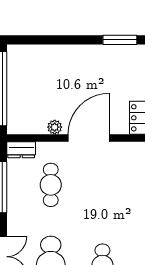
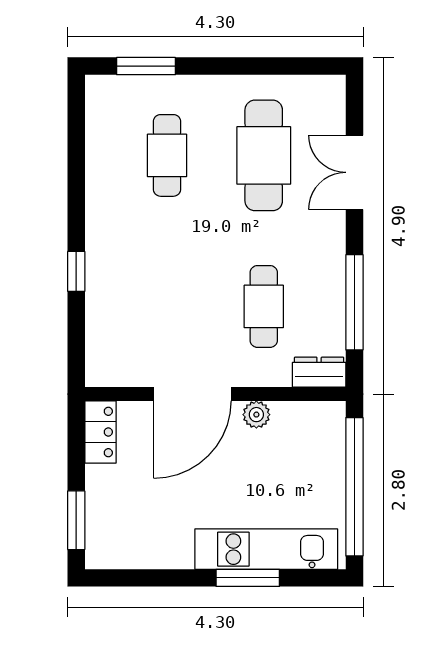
window: (120, 40) -> (248, 578), moved
kitchen unit: (49, 55) -> (266, 549), added

